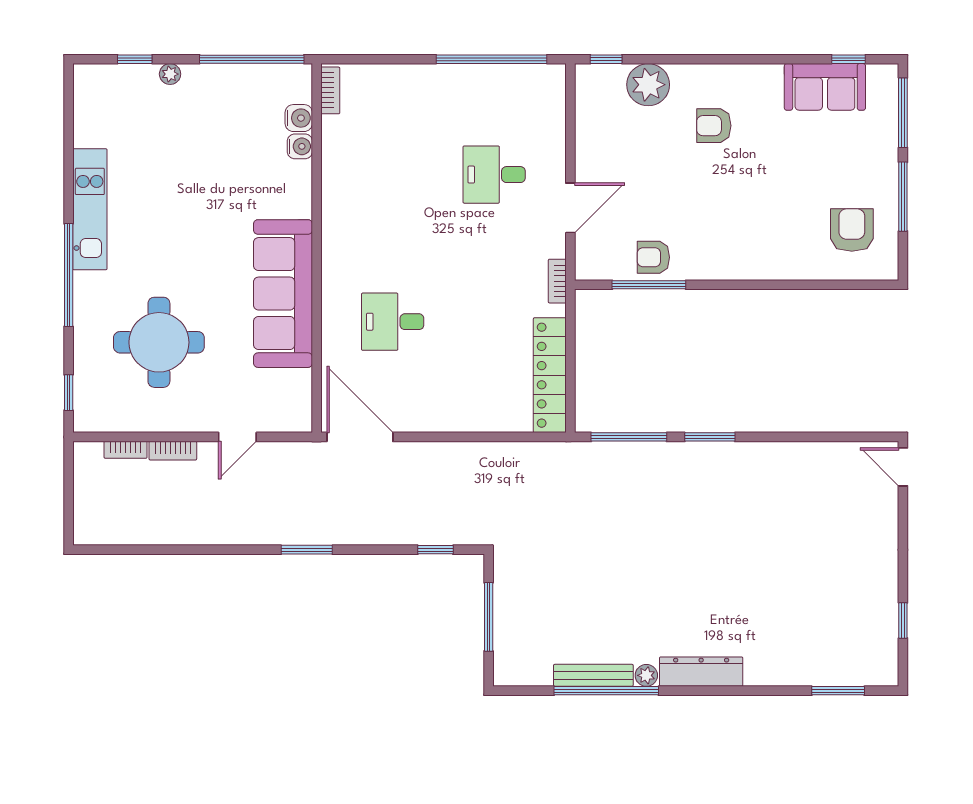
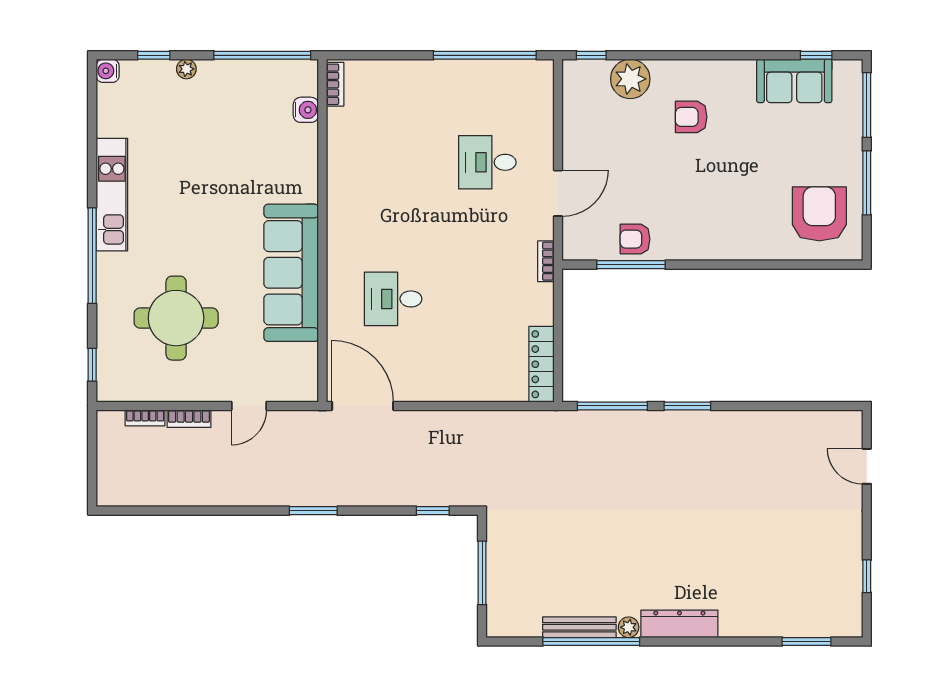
water cooler: (300, 146) -> (108, 71), moved, turned 180
armchair: (852, 230) -> (819, 214), width x1.36, depth x1.36
locker: (550, 375) -> (542, 364), width x0.71, depth x0.83
door: (903, 467) -> (867, 466), moved

